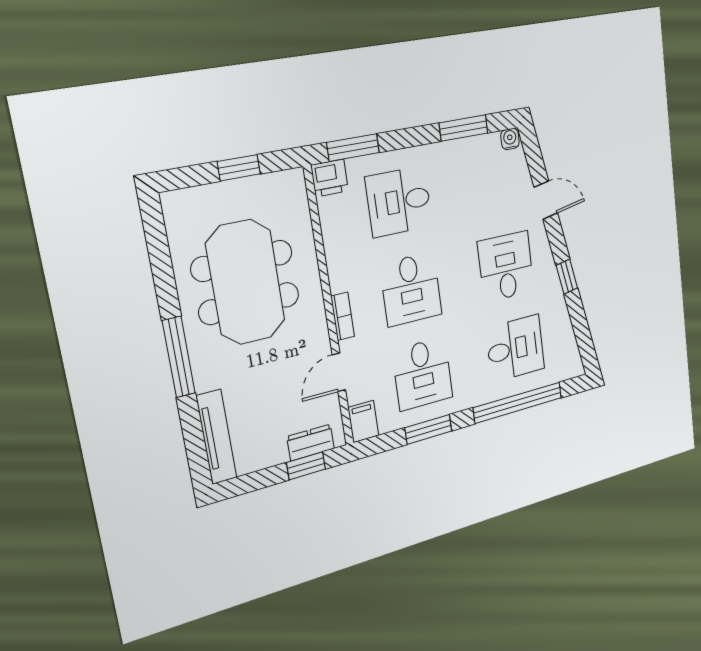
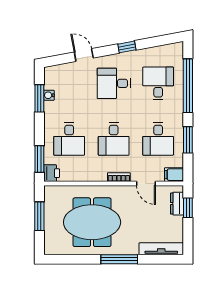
water cooler: (510, 139) -> (49, 95), moved
window: (239, 168) -> (39, 216), width x1.50
door: (546, 200) -> (84, 55), hinge flipped
desk: (411, 289) -> (114, 139), turned 90
desk: (423, 374) -> (158, 139), turned 90

